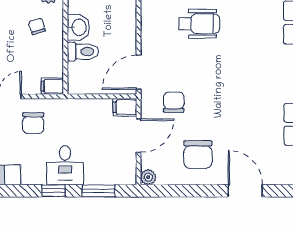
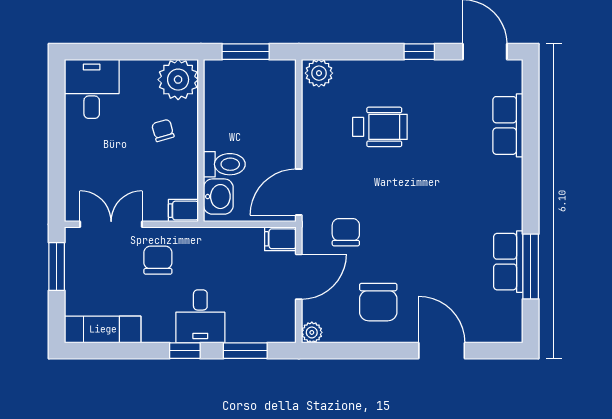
washbasin: (78, 27) -> (218, 197), moved
chair: (33, 123) -> (158, 260), turned 180

